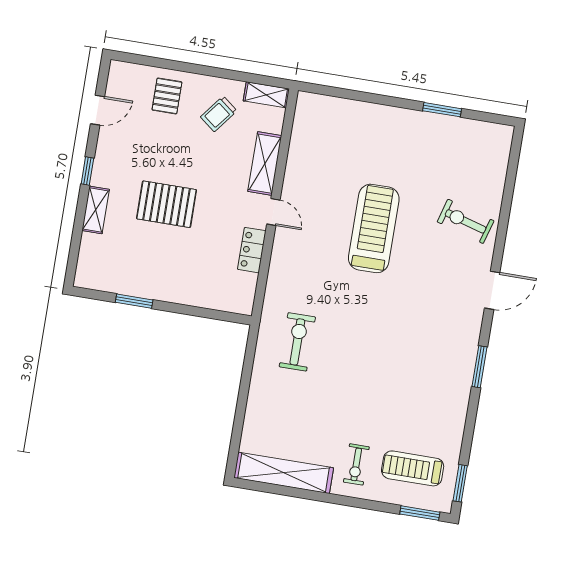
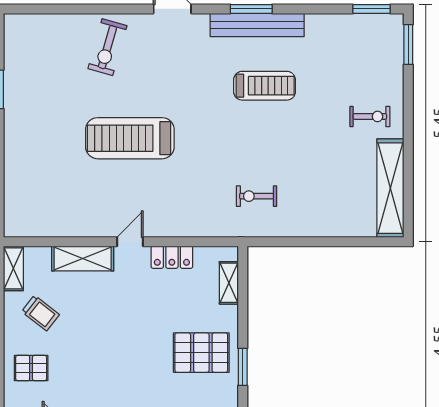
pallet: (166, 204) -> (201, 353), moved, turned 90
shelving: (218, 301) -> (229, 283), added
exercise bike: (297, 342) -> (257, 196), width x0.73, depth x0.72
bench: (463, 370) -> (257, 25), added
treadmill: (413, 468) -> (265, 86), moved, turned -90

